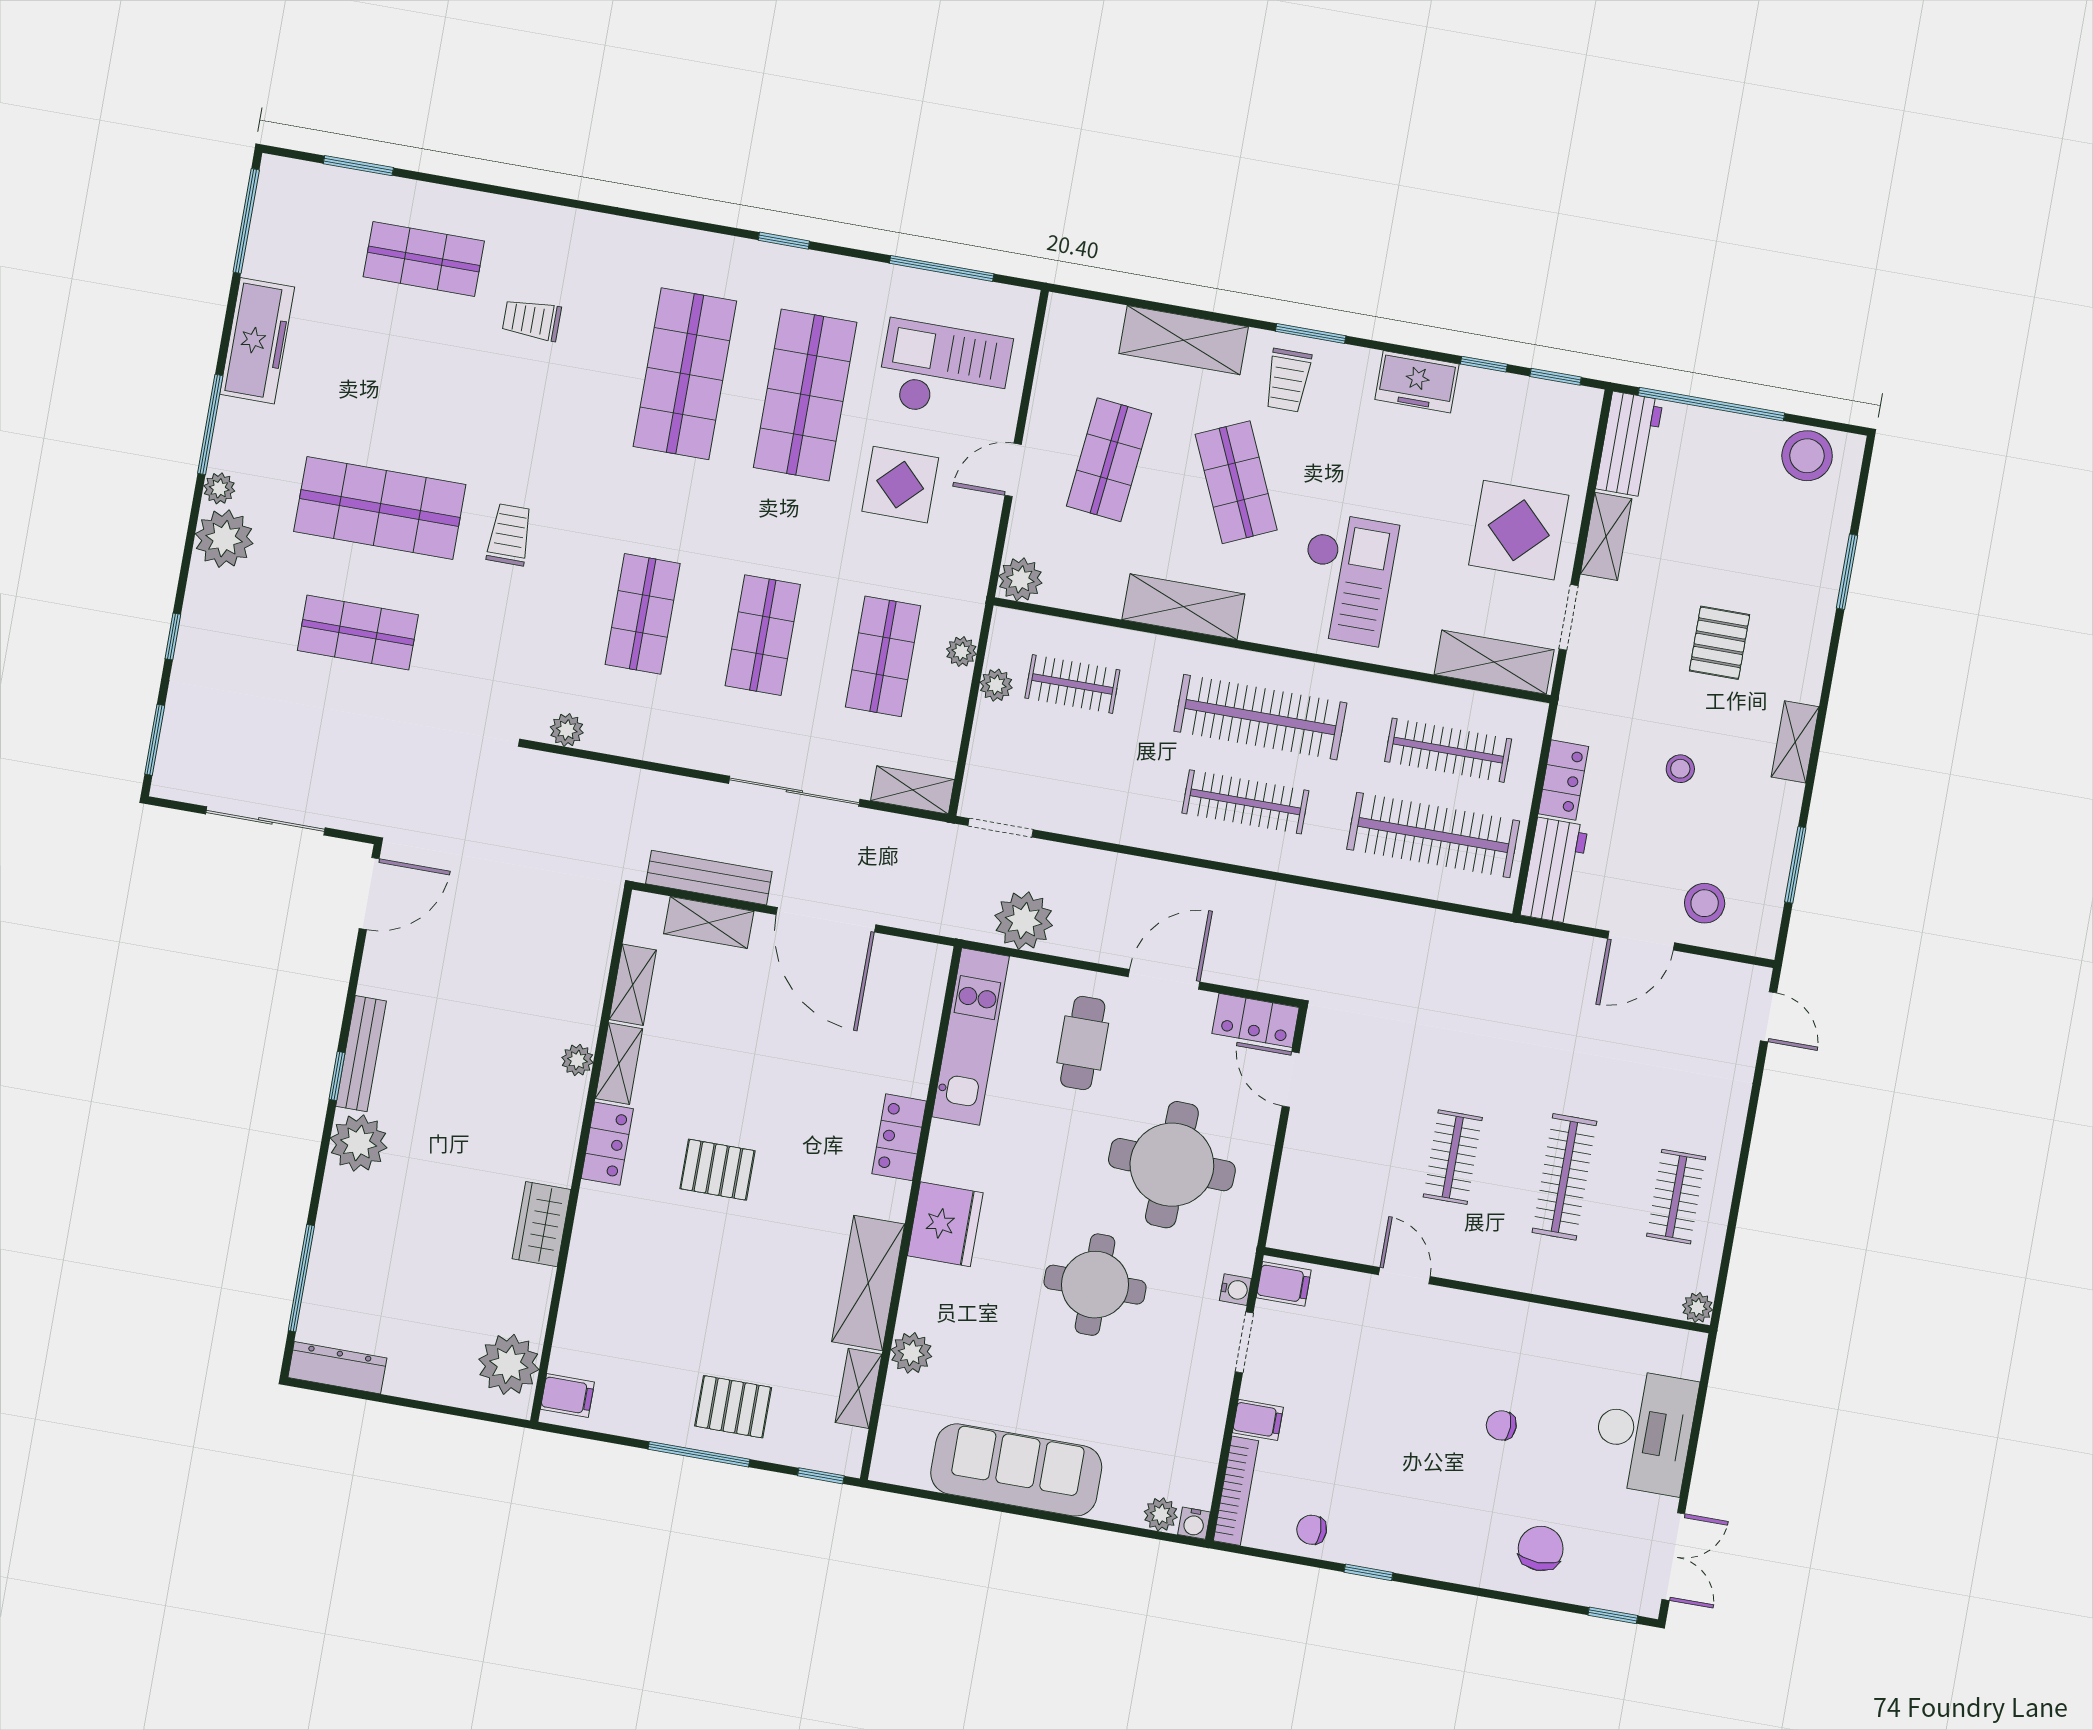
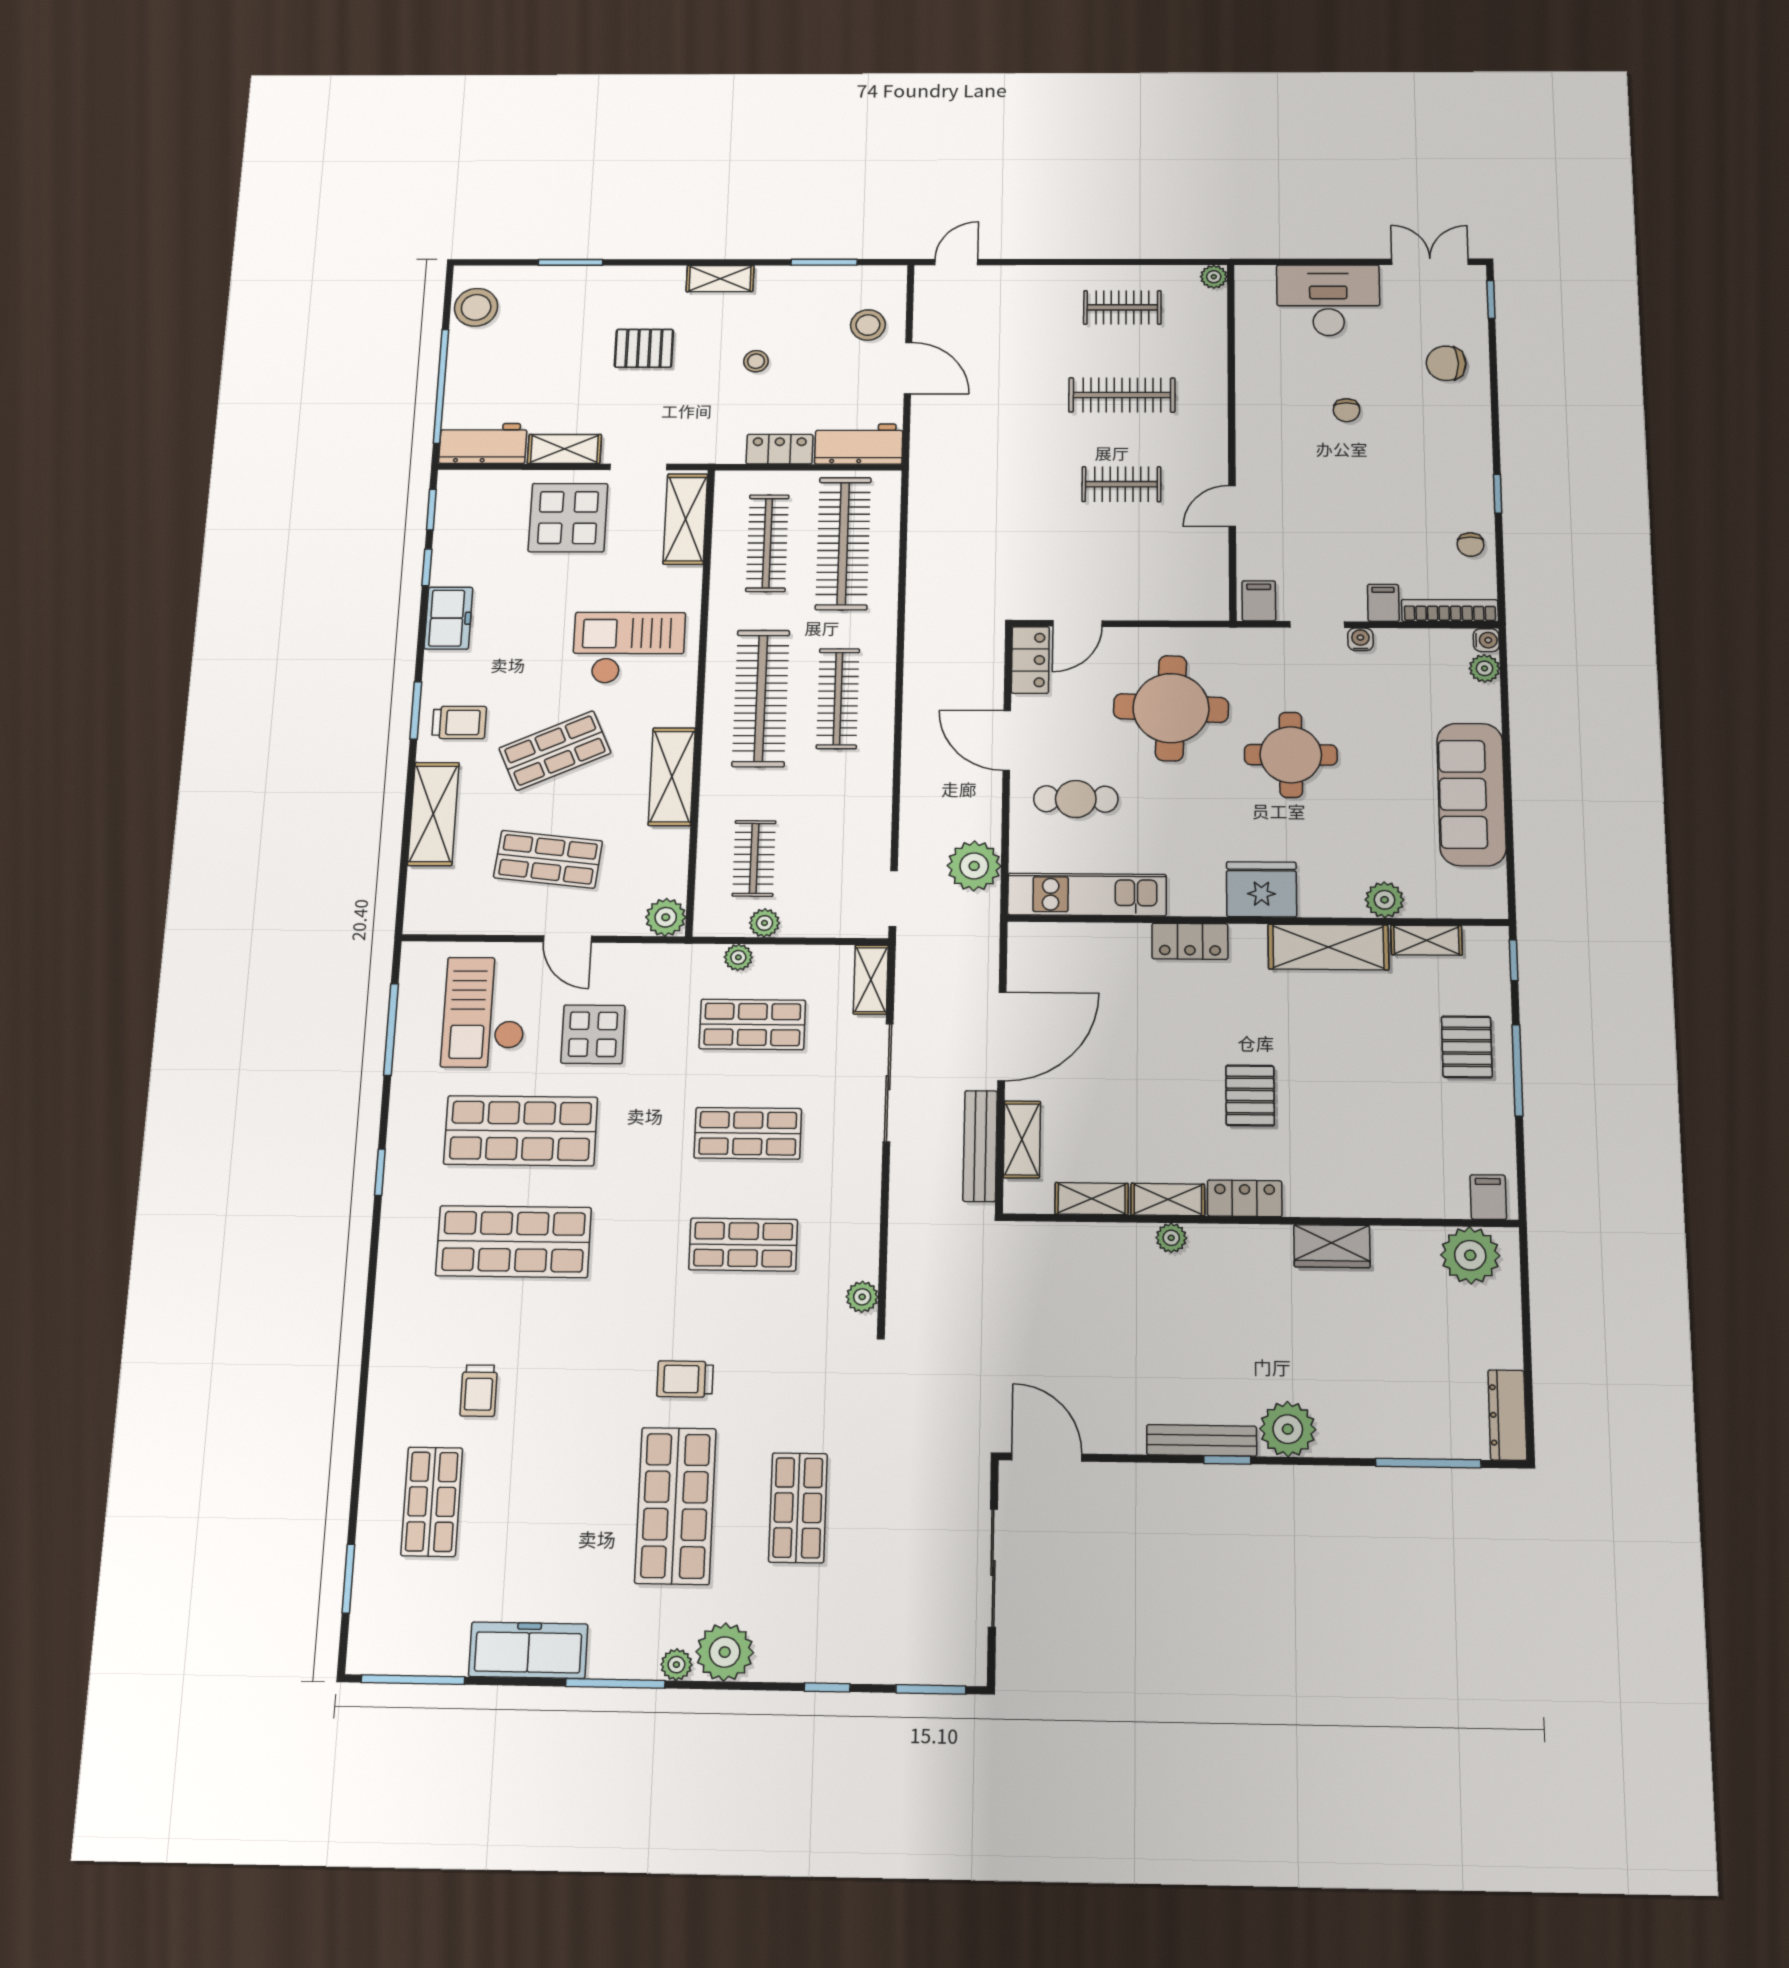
water cooler: (1235, 1290) -> (1360, 639), moved

